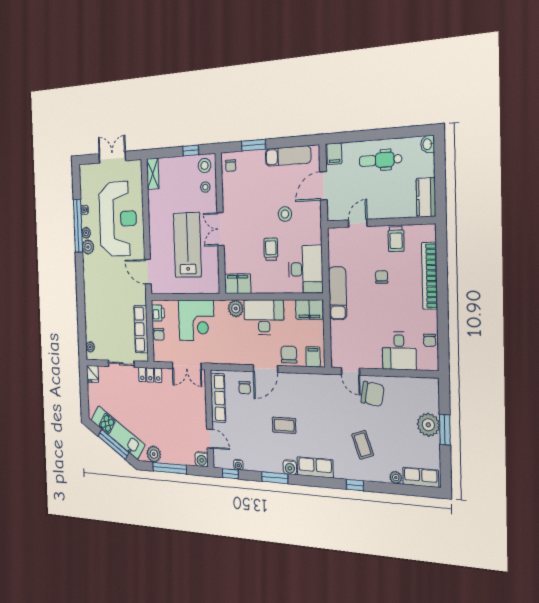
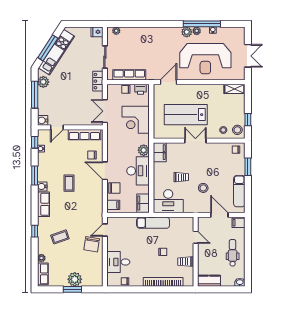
lab bench: (187, 245) -> (186, 115), turned 180

